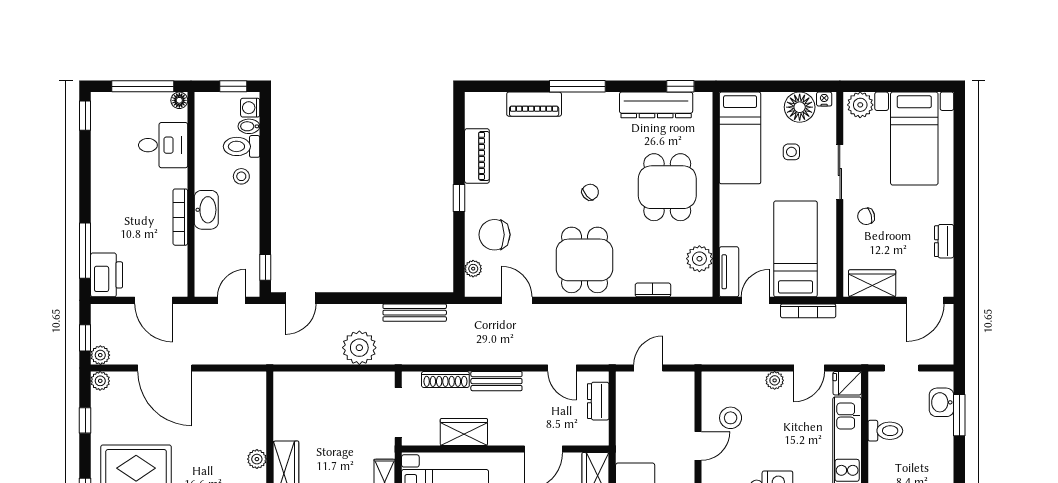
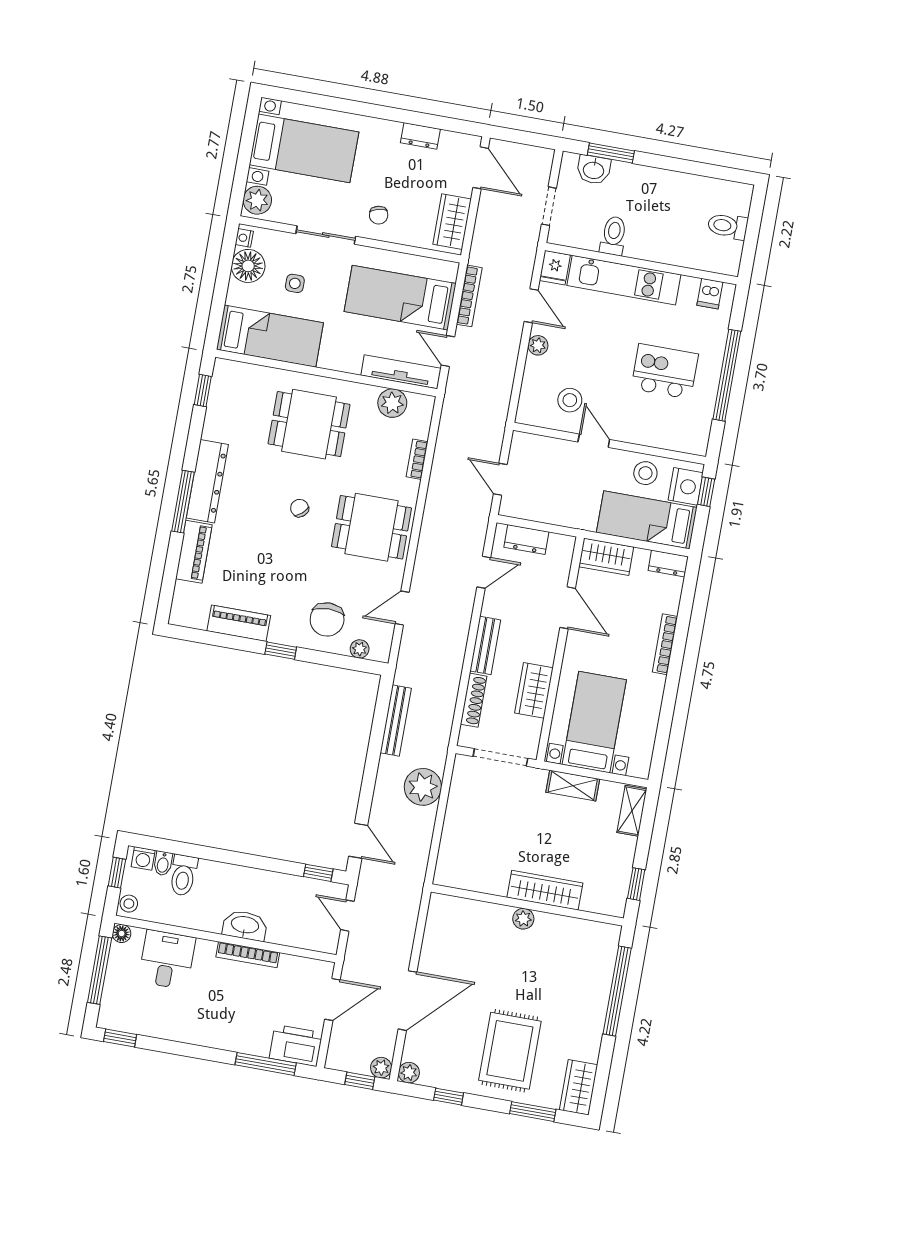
dresser: (656, 105) -> (207, 481), moved
stool: (241, 176) -> (129, 904), moved
tv unit: (729, 272) -> (401, 372), width x1.41

